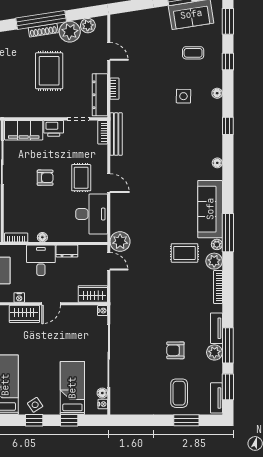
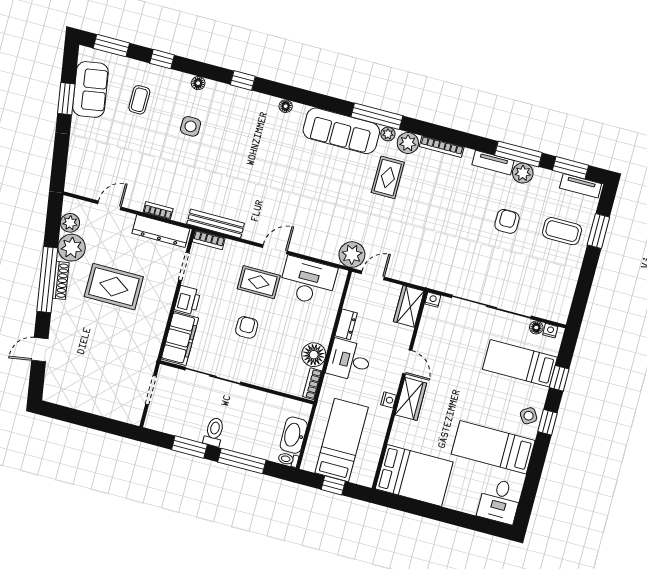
floor lamp: (42, 237) -> (314, 355), width x1.89, depth x1.89
armchair: (175, 350) -> (507, 221), turned 180

